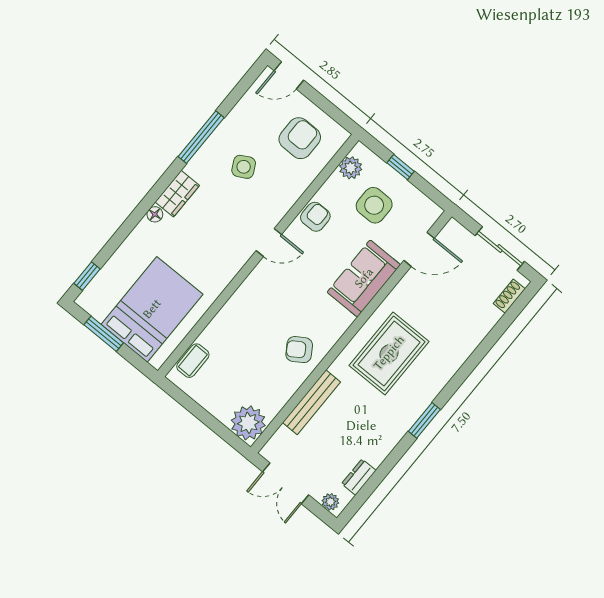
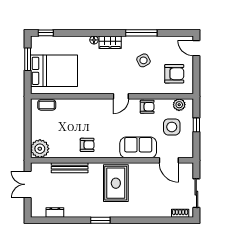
door: (269, 243) -> (121, 96), hinge flipped
armchair: (299, 350) -> (87, 145), turned 123
rug: (389, 353) -> (116, 183), turned 90
plant: (330, 502) -> (35, 209), removed

